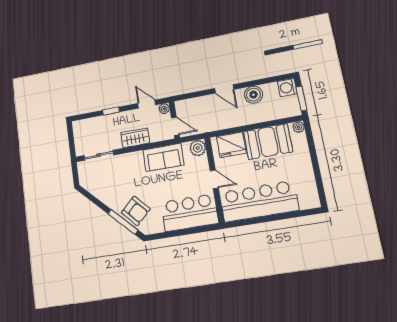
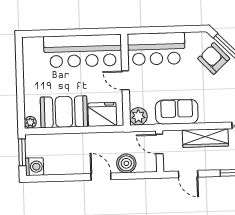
boiler: (253, 95) -> (126, 163), moved
plant: (164, 109) -> (169, 166), removed
wardrobe: (135, 138) -> (205, 138), width x1.50

